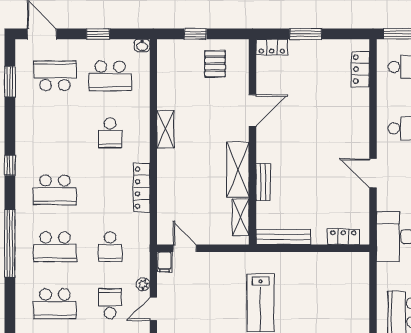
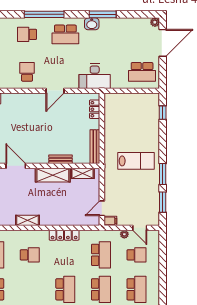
school desk: (110, 247) -> (101, 255), width x1.85
school desk: (110, 304) -> (137, 255), turned 180

